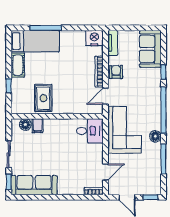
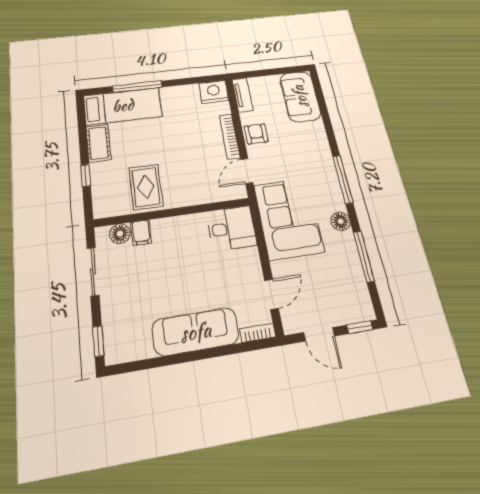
window: (163, 72) -> (328, 125), removed
window: (163, 110) -> (343, 179), width x0.68
sliding door: (9, 154) -> (93, 272), moved
sofa: (34, 185) -> (196, 332), moved

